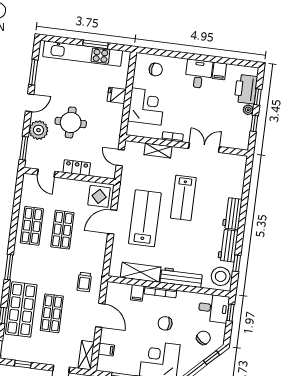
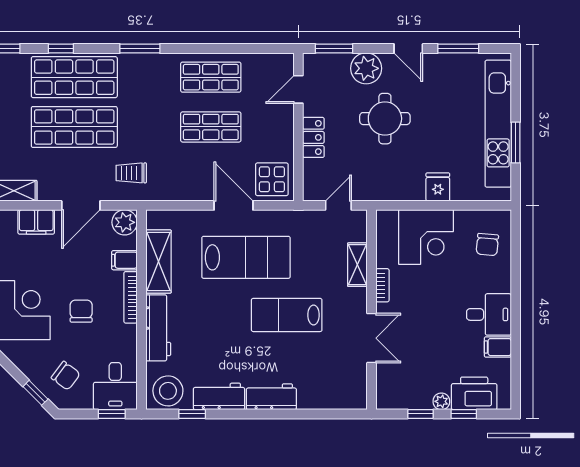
plant: (114, 290) -> (125, 222), added
shop shelf: (52, 313) -> (74, 127), width x1.43, depth x1.36
filing cabinet: (106, 350) -> (36, 222), width x2.00

